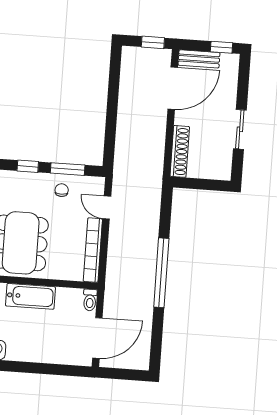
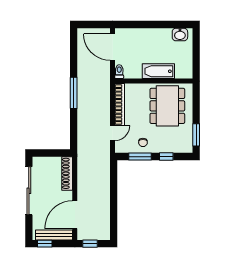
bench: (199, 59) -> (54, 235), width x1.36
sliding door: (240, 129) -> (29, 191), width x1.86
door: (107, 208) -> (112, 133), hinge flipped
window: (161, 273) -> (74, 93), width x0.68
door: (97, 338) -> (112, 47), hinge flipped

